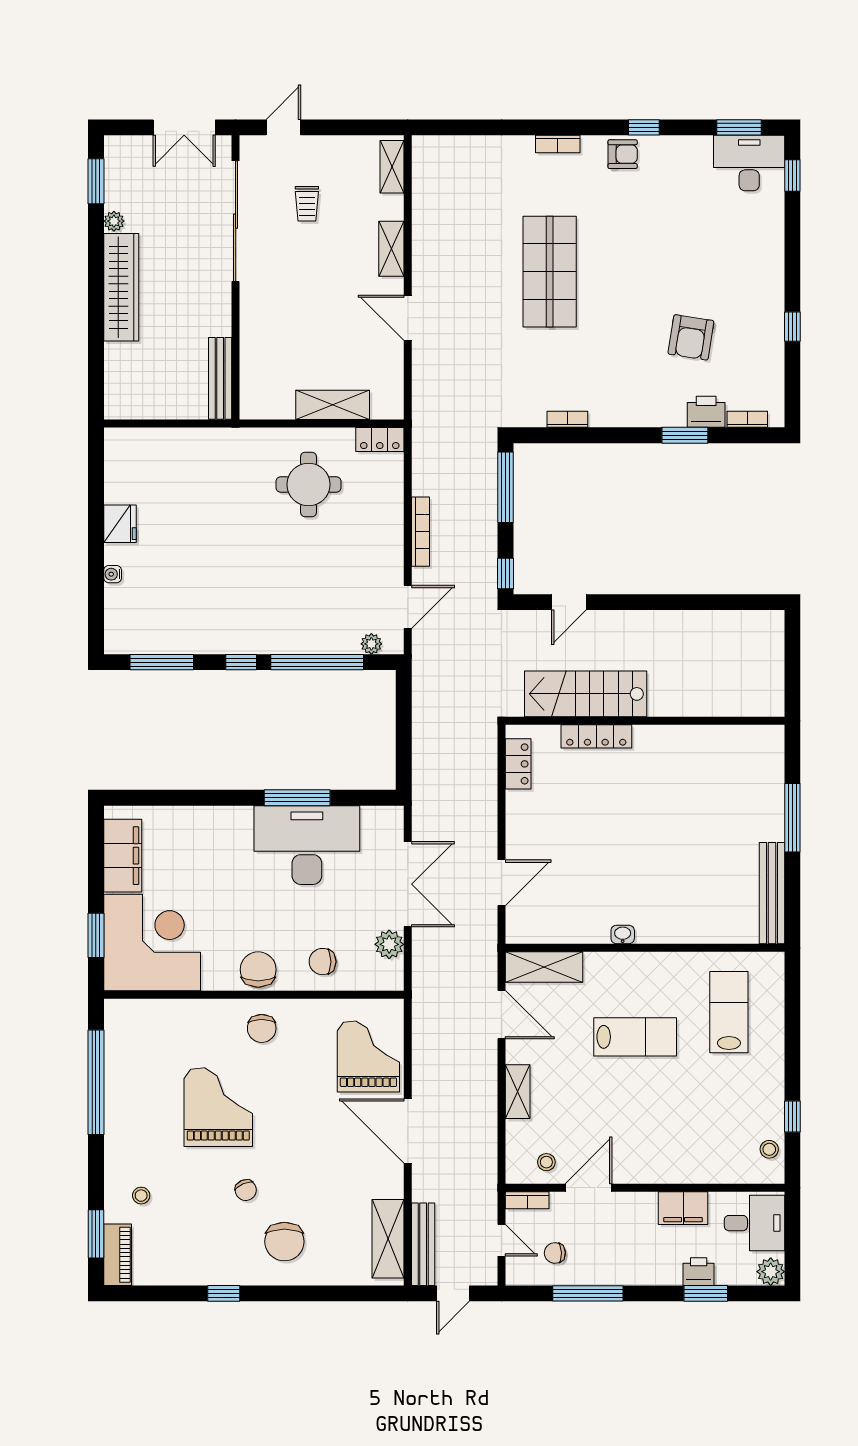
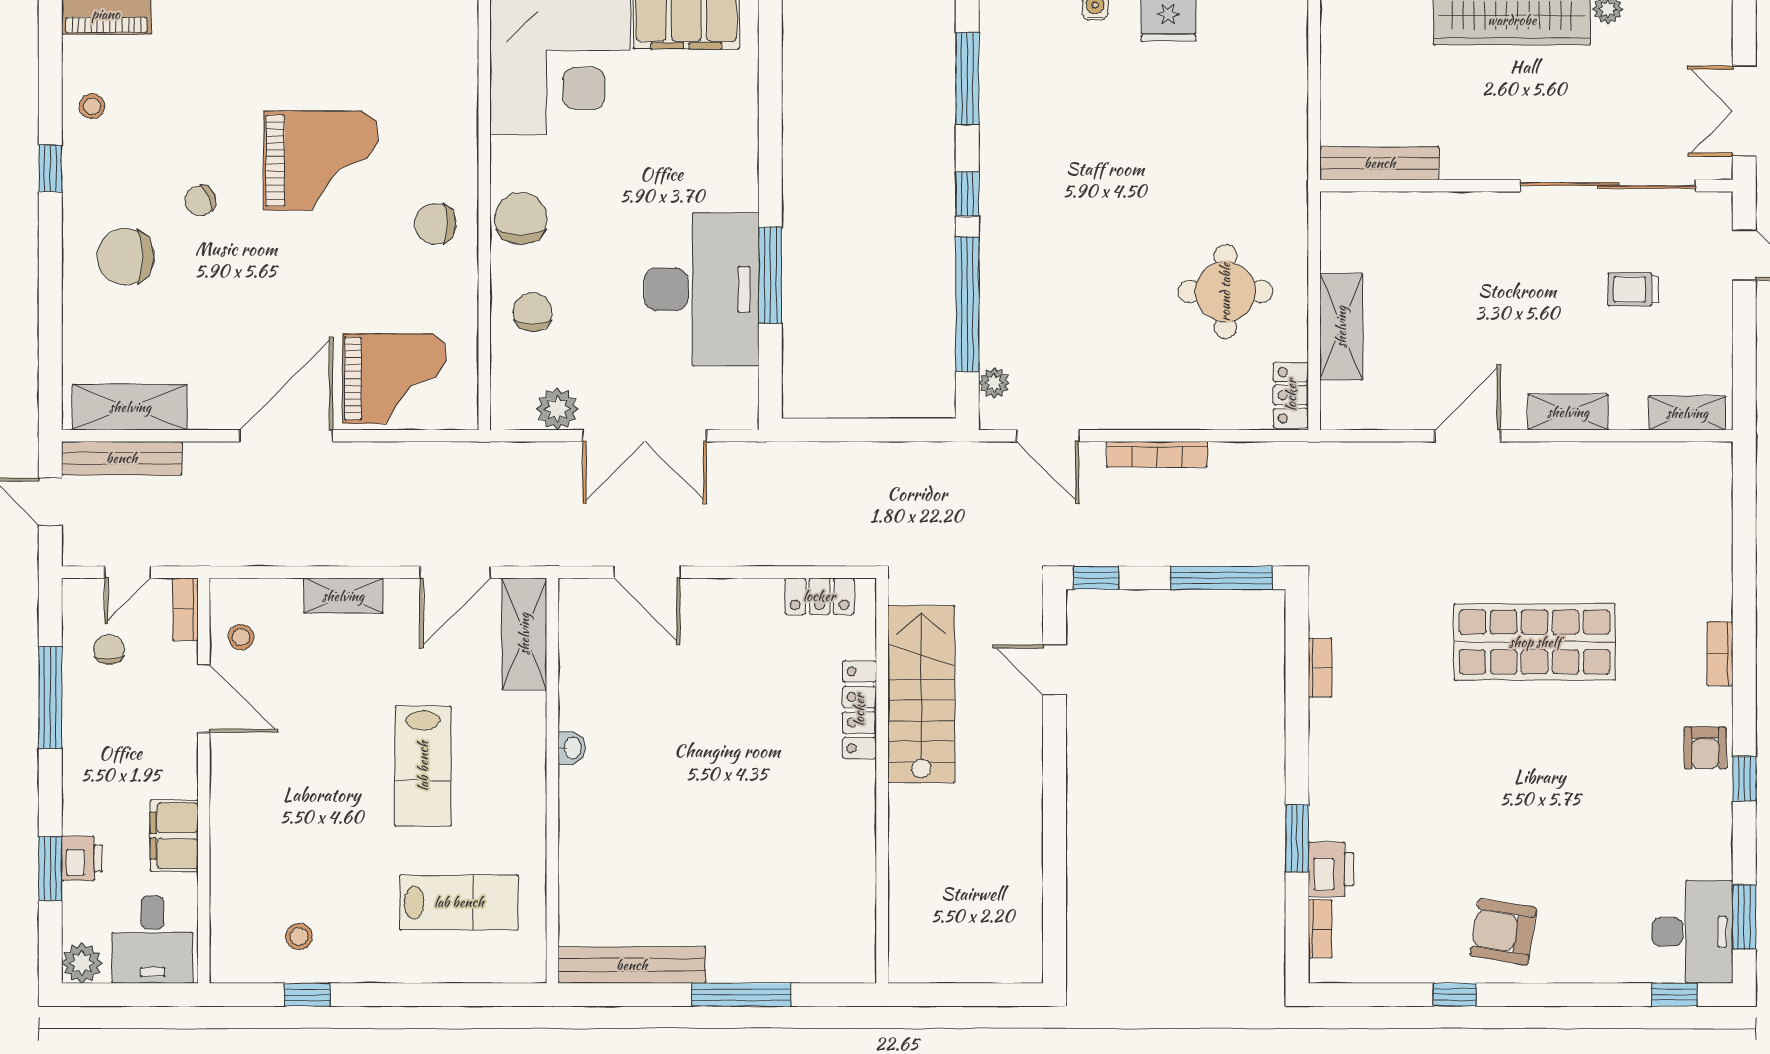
armchair: (691, 337) -> (1503, 932), moved
chair: (258, 970) -> (521, 218), turned -90
stool: (769, 1149) -> (299, 936), moved
stool: (141, 1196) -> (92, 106), moved

